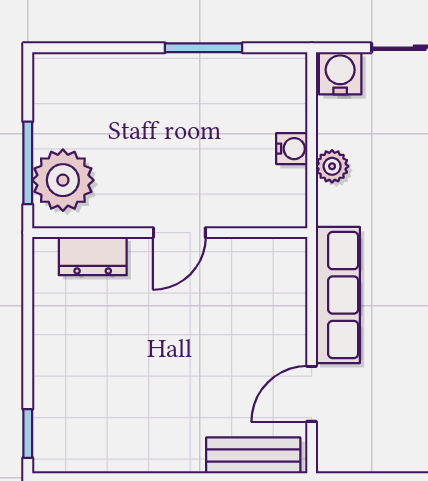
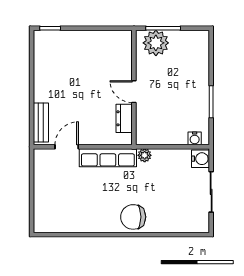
water cooler: (292, 149) -> (195, 138), moved
plant: (332, 166) -> (145, 155), moved
dresser: (93, 256) -> (124, 118), moved
door: (312, 394) -> (67, 147), hinge flipped

